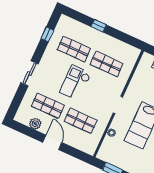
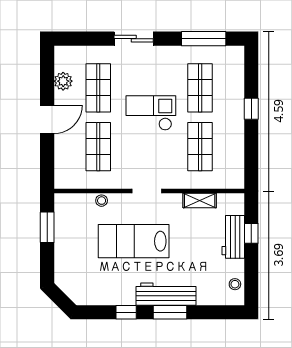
window: (47, 34) -> (204, 39), width x2.17
shelving: (137, 78) -> (200, 201), added

